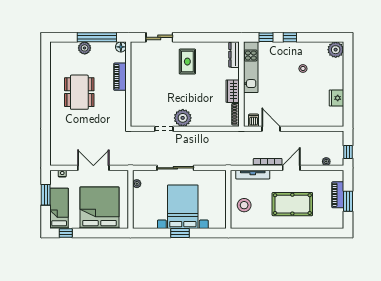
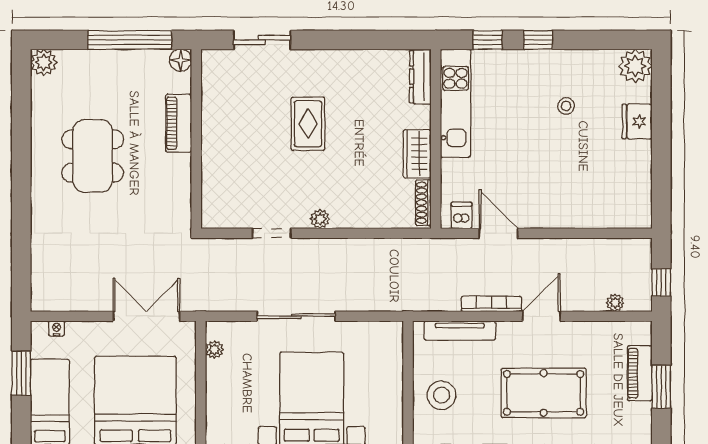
plant: (85, 48) -> (44, 62), moved
rug: (187, 62) -> (308, 124), moved
fridge: (337, 98) -> (637, 121), moved
plant: (183, 118) -> (320, 219), width x0.53, depth x0.53
double door: (93, 168) -> (146, 316), moved

